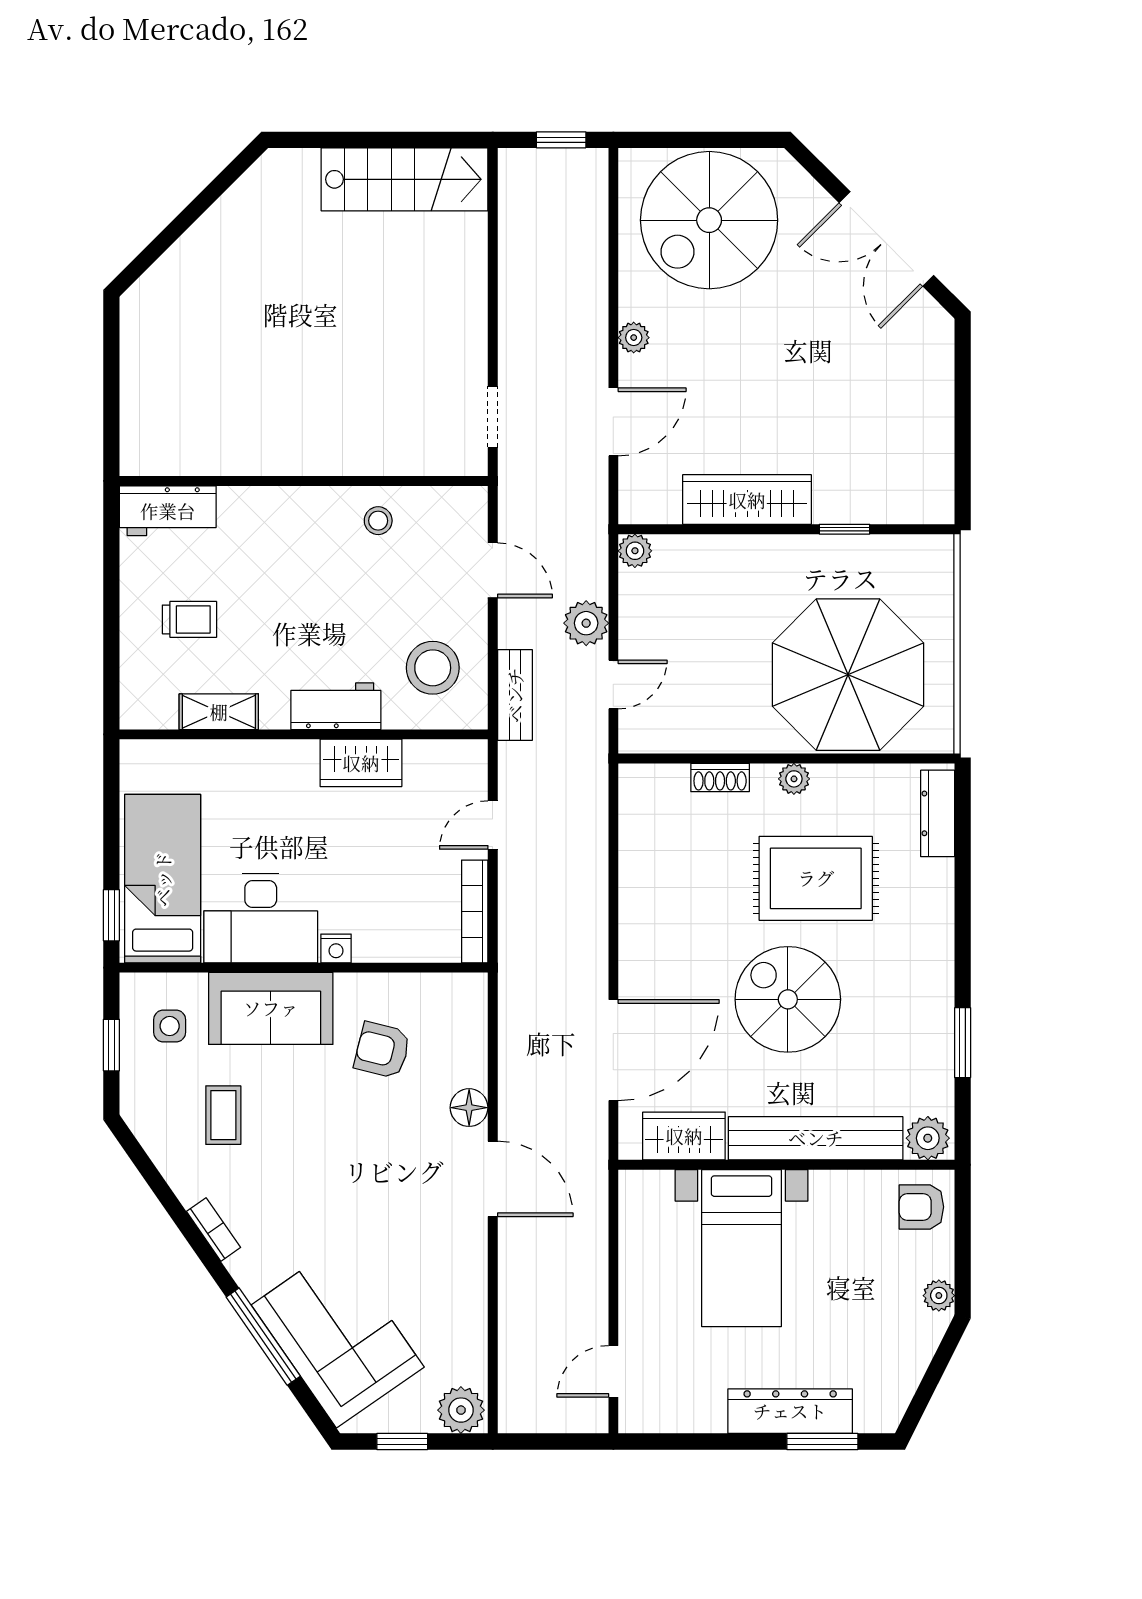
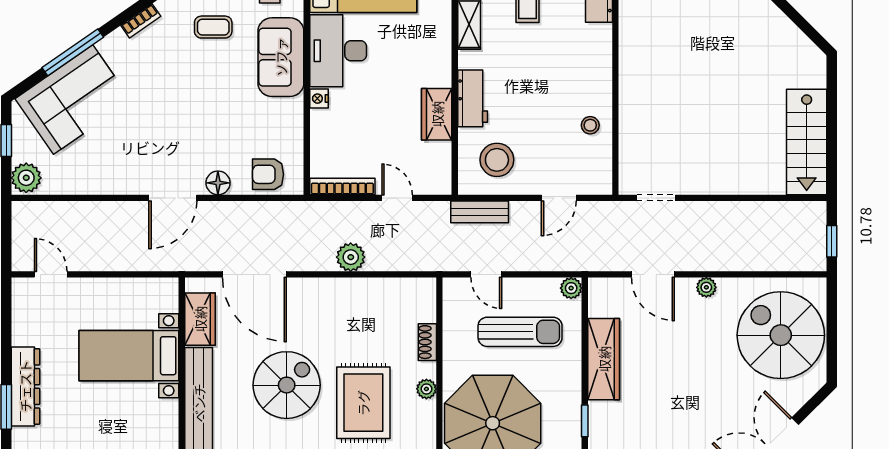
plant: (586, 623) -> (351, 257), moved
sun lounger: (704, 631) -> (520, 332), added
armchair: (382, 1050) -> (268, 174), moved, turned -104

